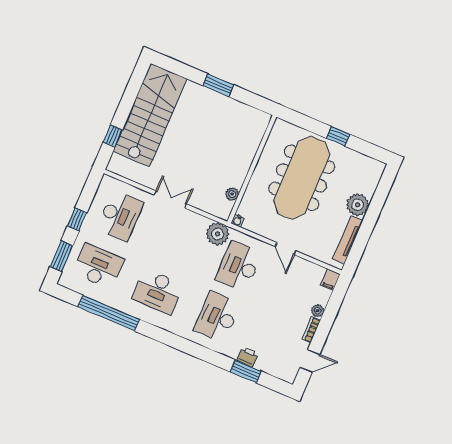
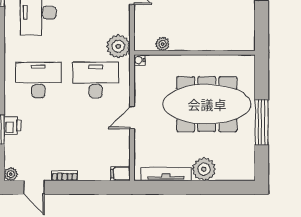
window: (338, 136) -> (262, 122), width x2.17
plant: (318, 311) -> (11, 174), moved

